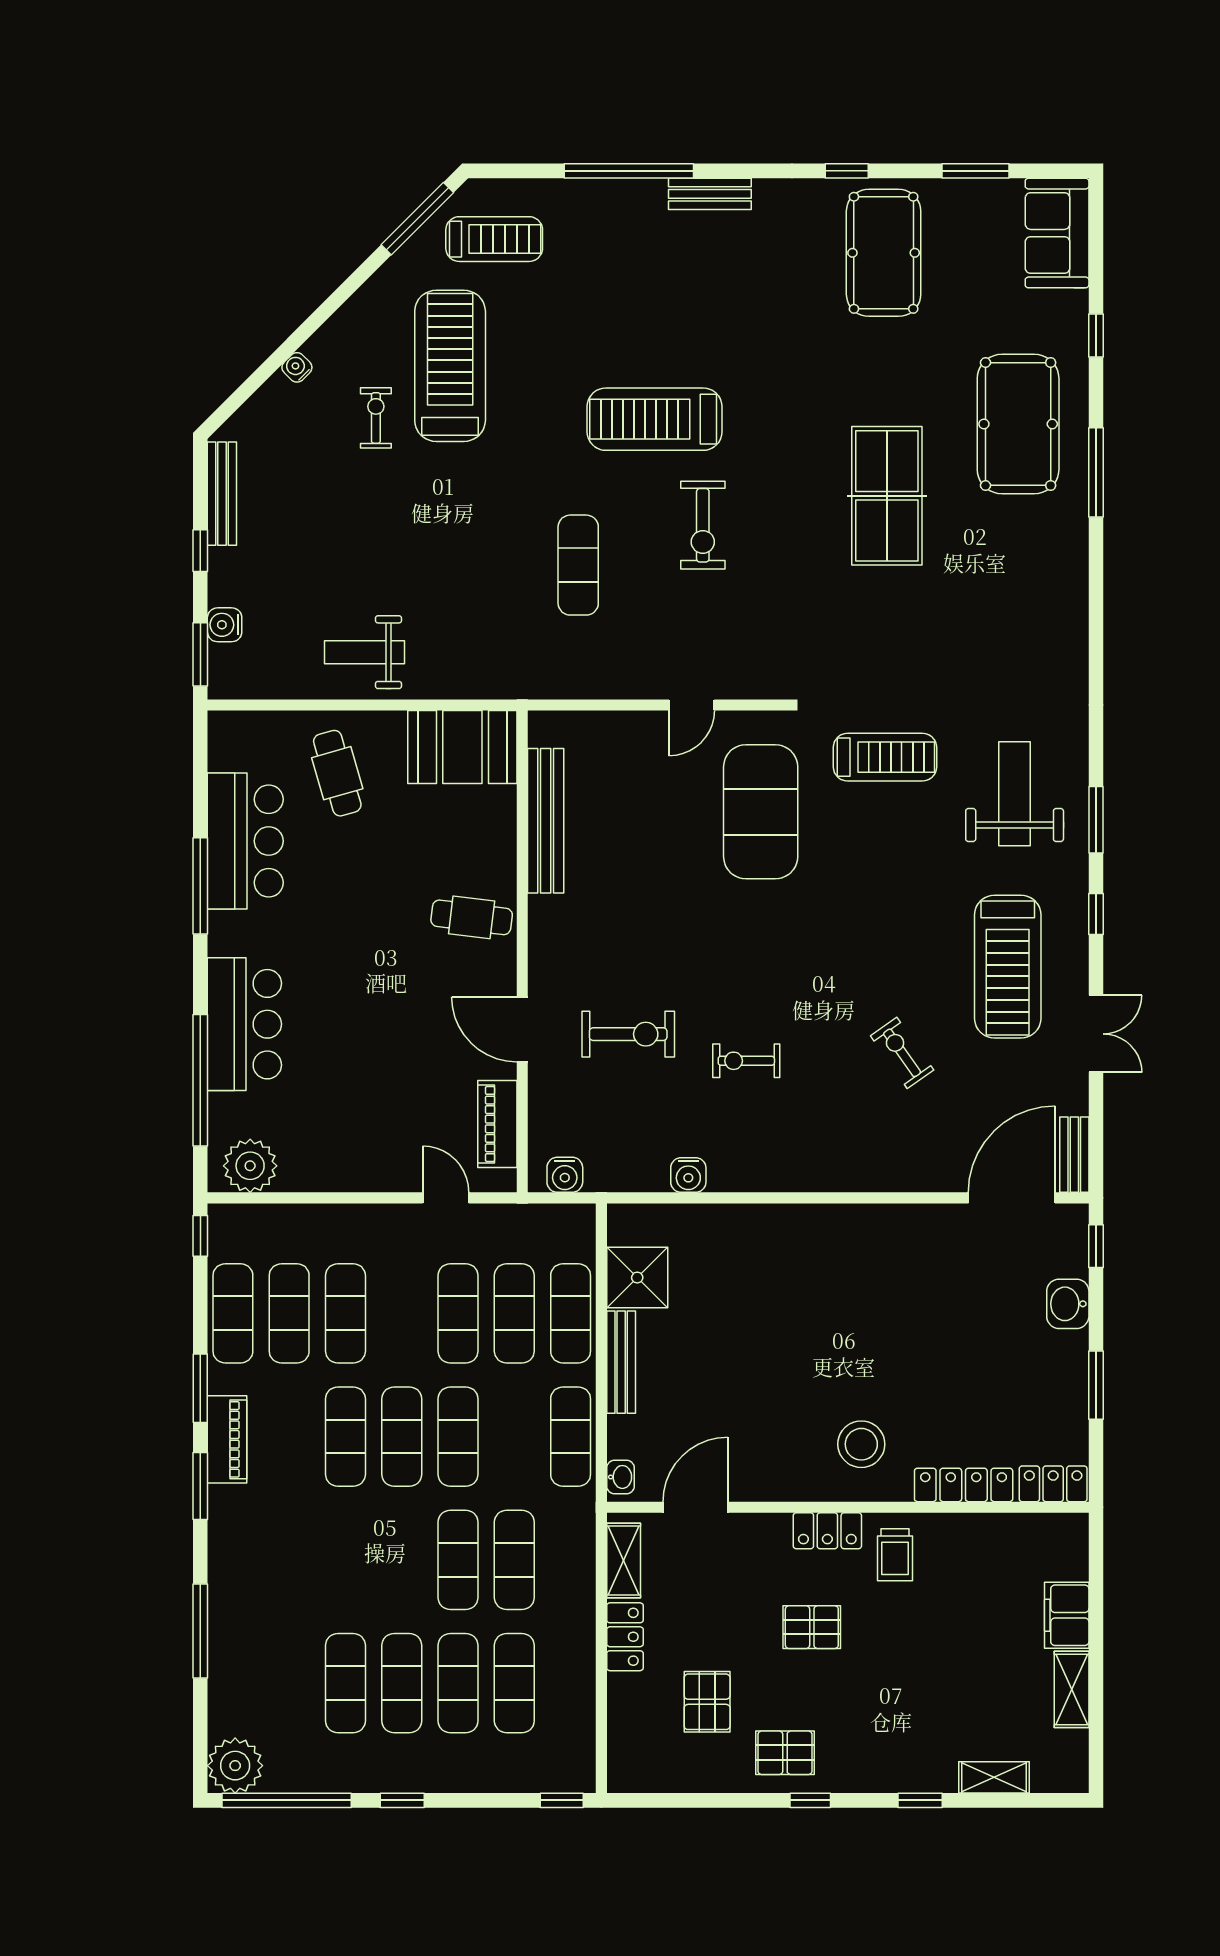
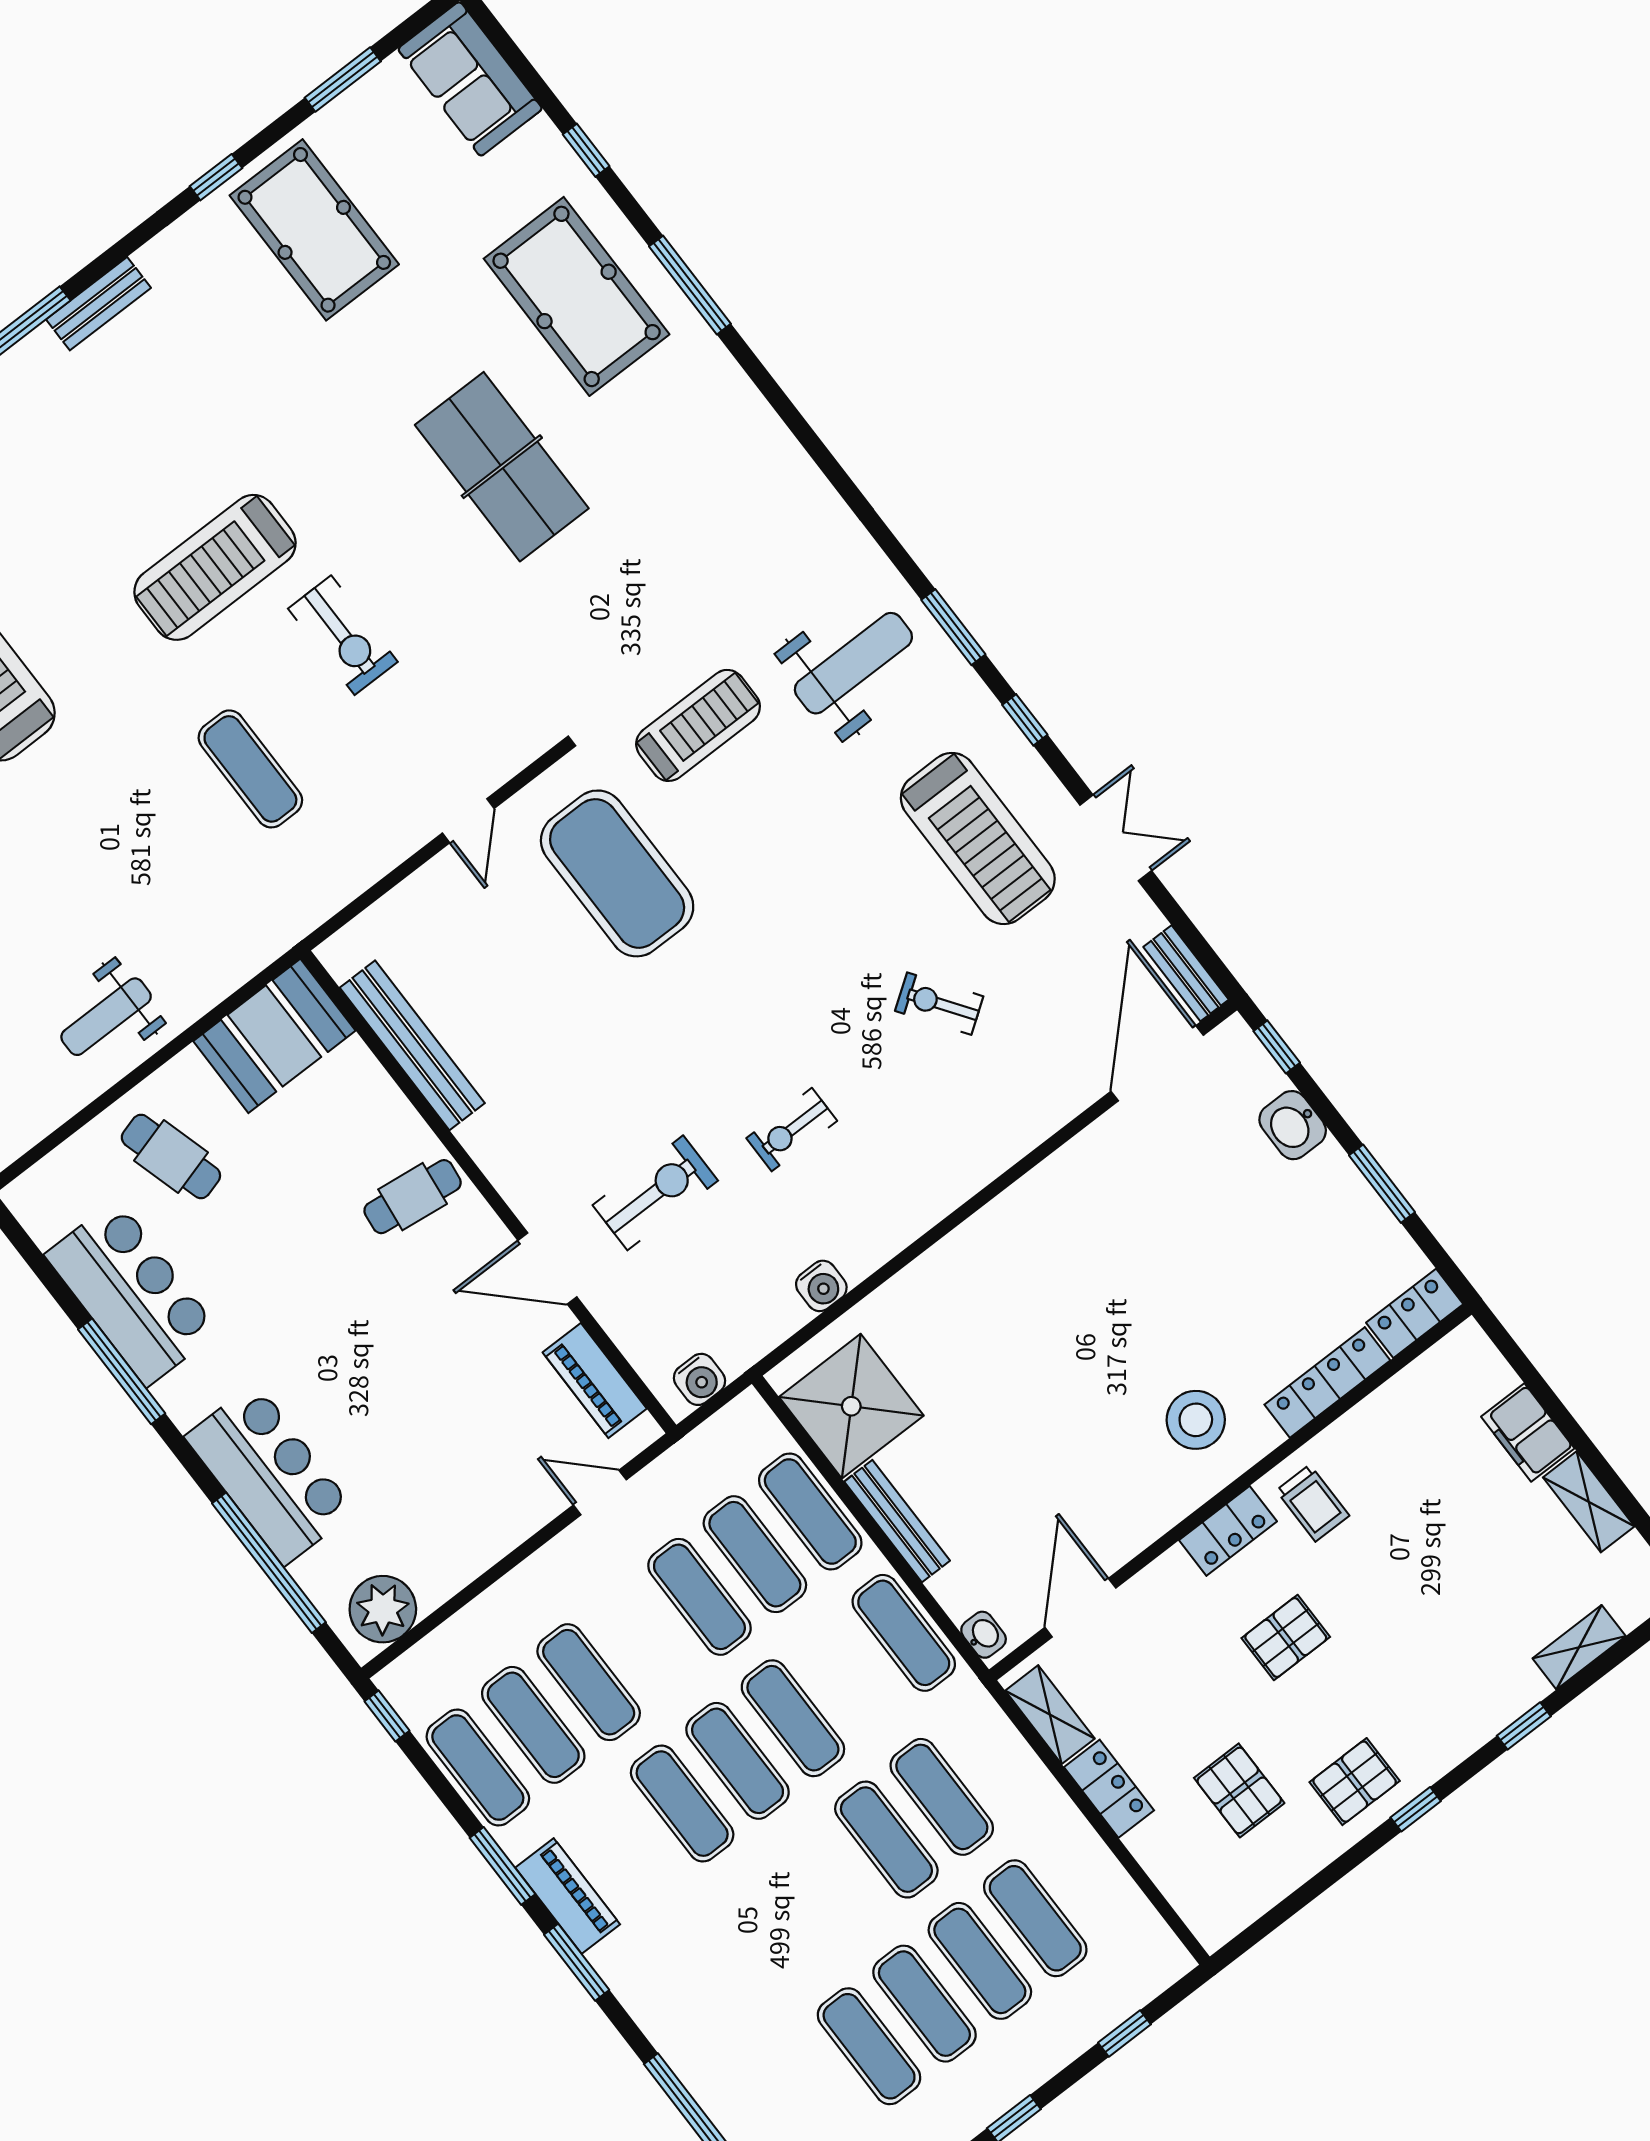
weight bench: (1015, 794) -> (853, 663), turned 90
shower: (637, 1278) -> (851, 1406), width x1.37, depth x1.37
window: (562, 1800) -> (1124, 2034), moved

